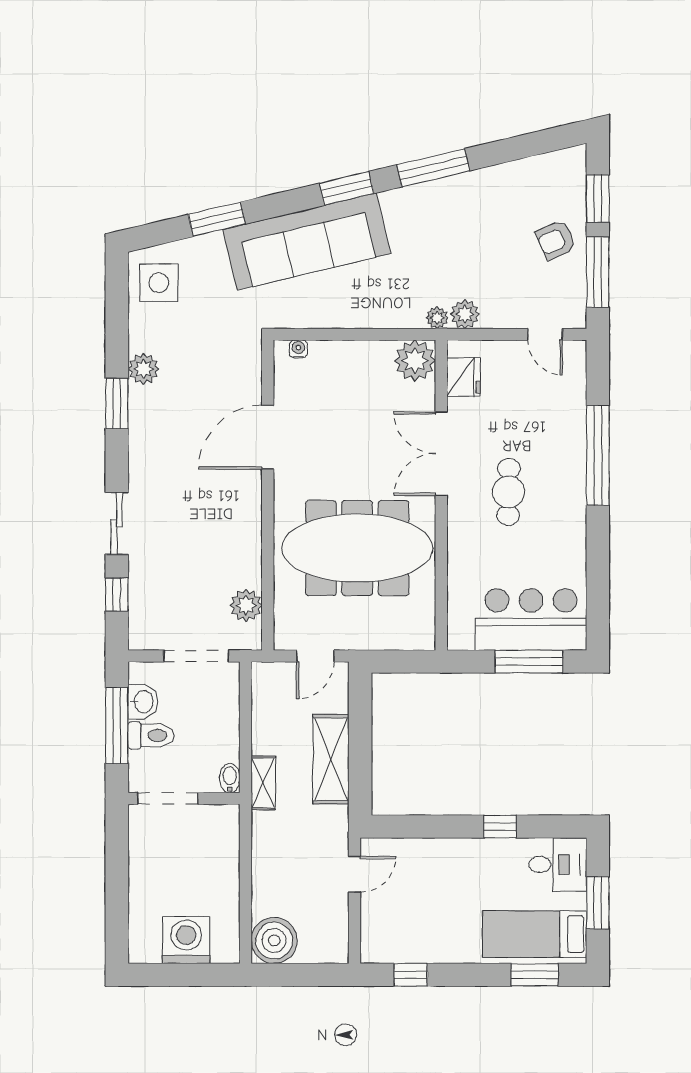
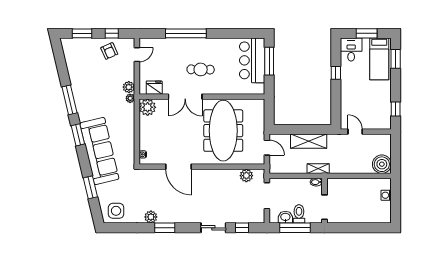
armchair: (556, 240) -> (109, 51), moved
window: (598, 272) -> (112, 33), width x0.46
washing machine: (186, 940) -> (386, 195), width x0.53, depth x0.53

